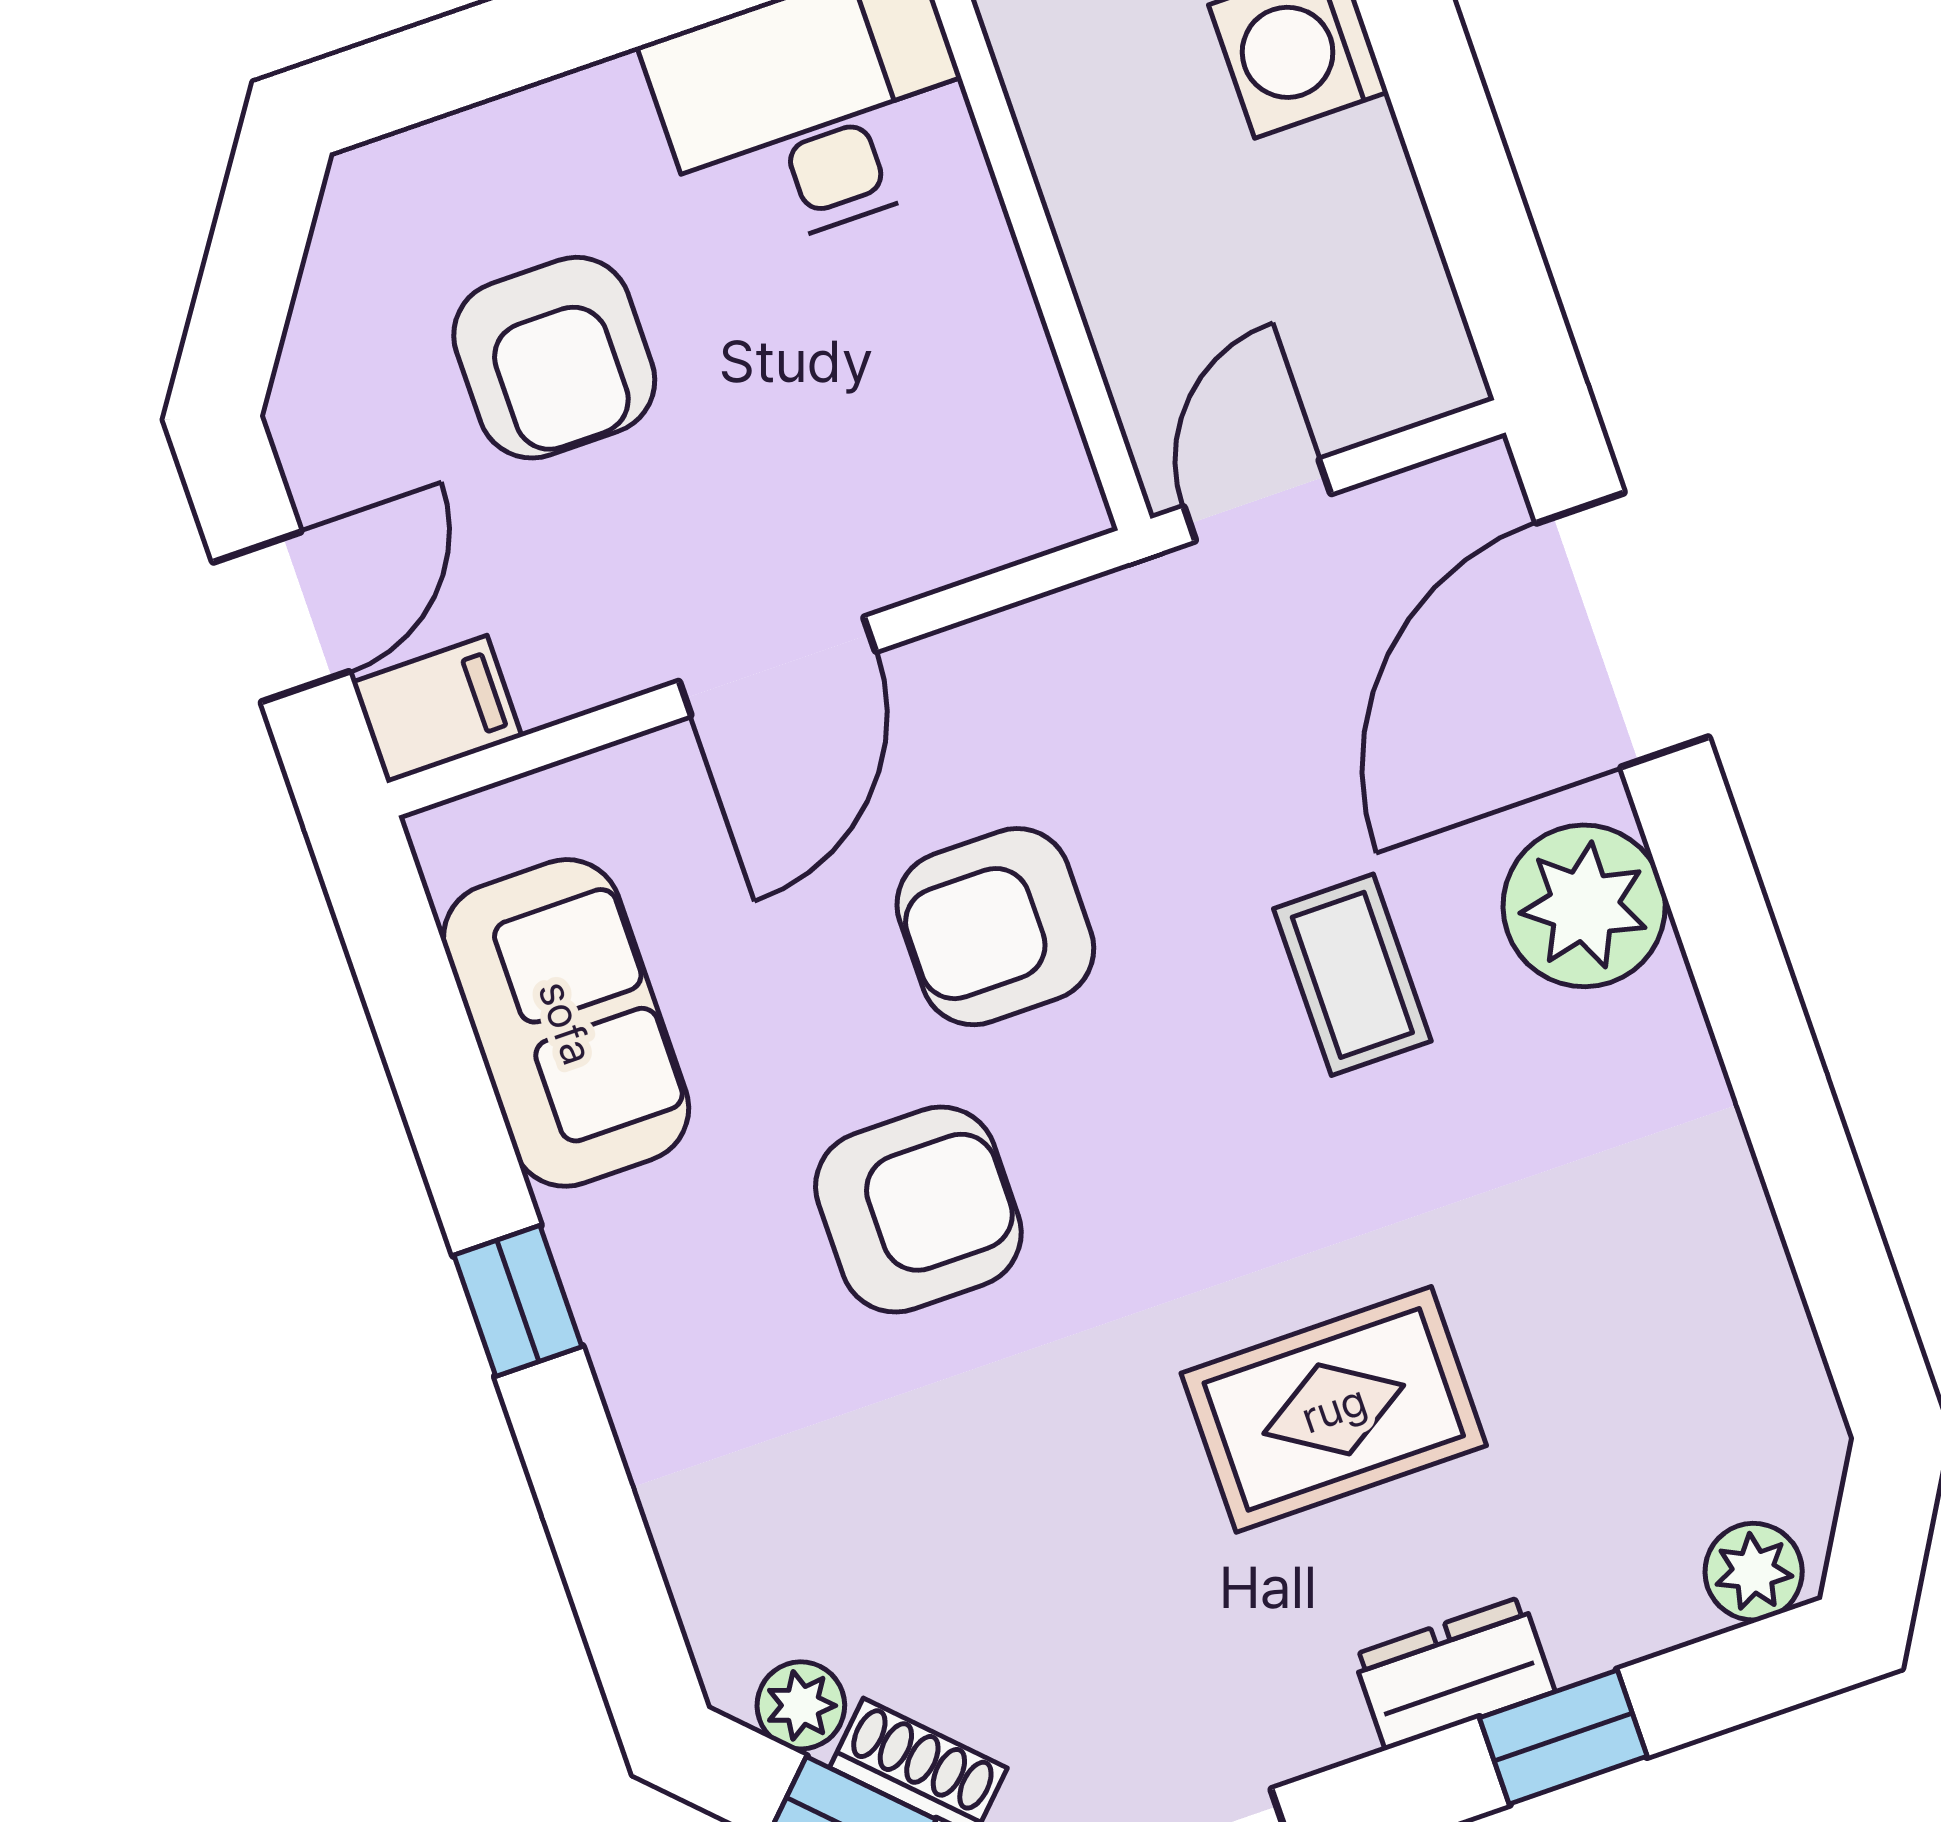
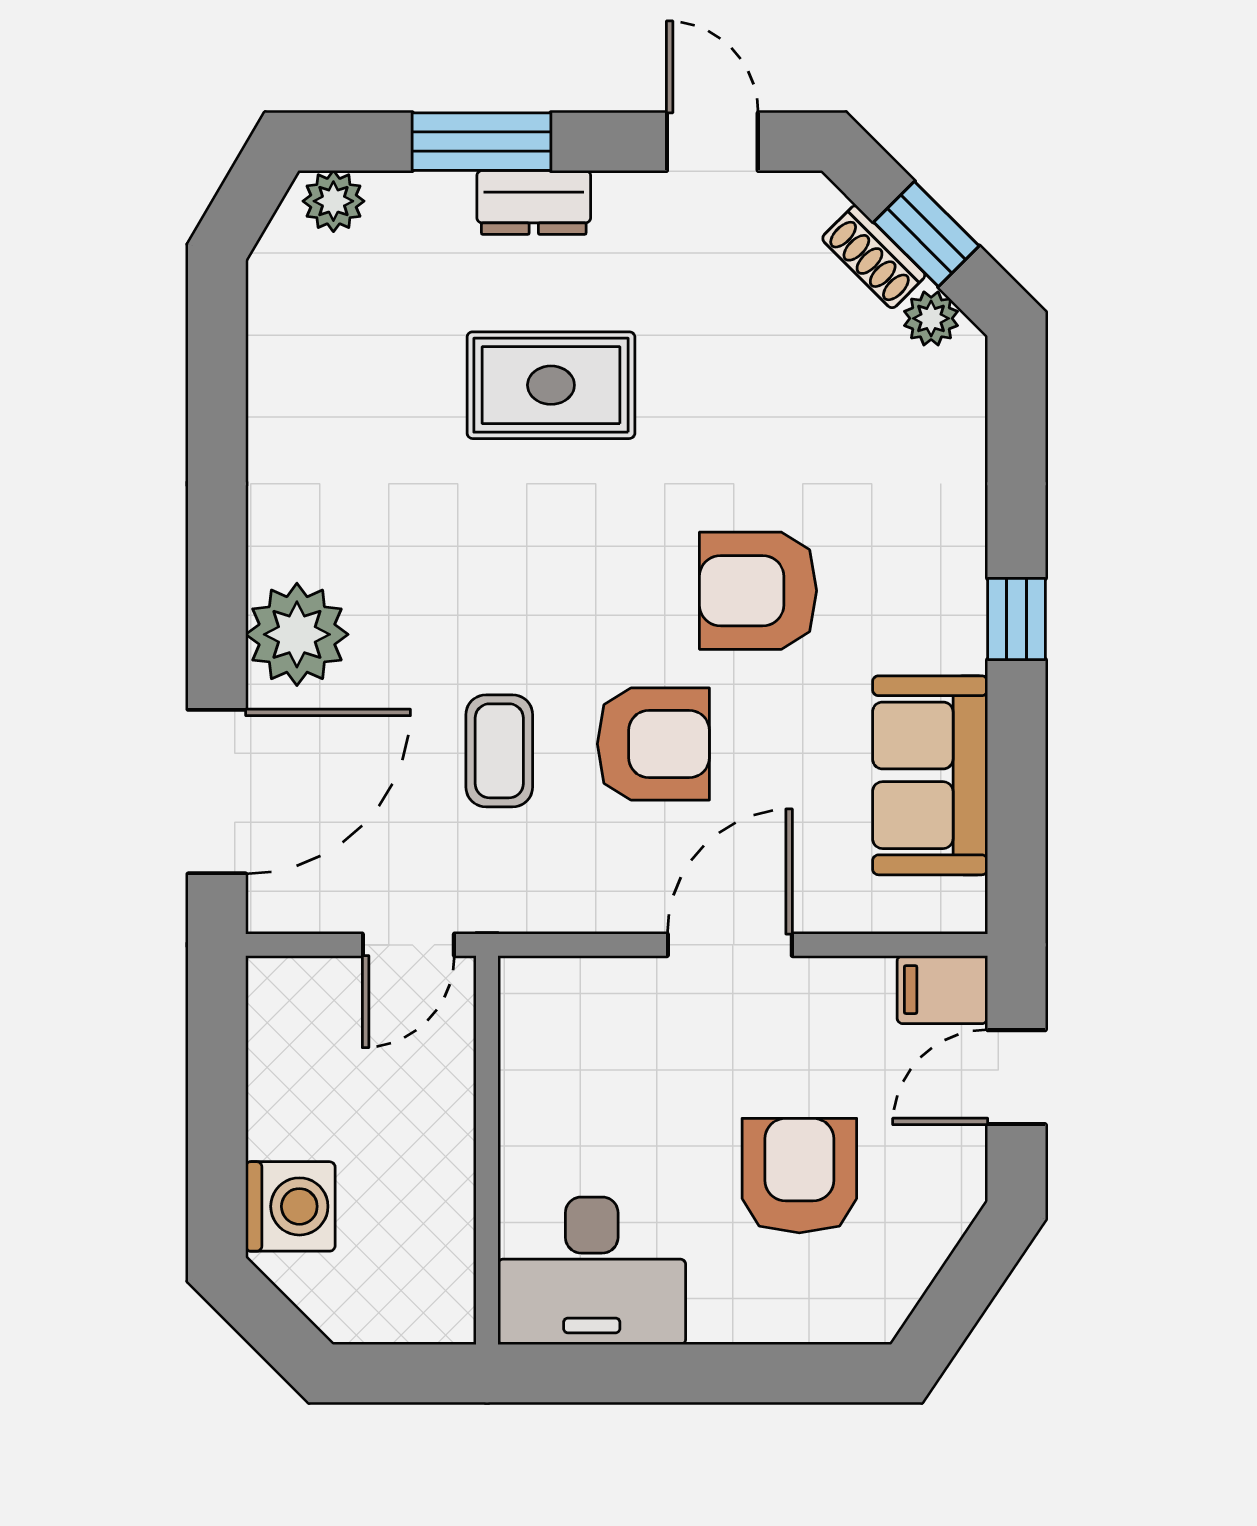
coffee table: (1352, 975) -> (499, 751), moved
window: (1563, 1737) -> (482, 142), width x1.50

